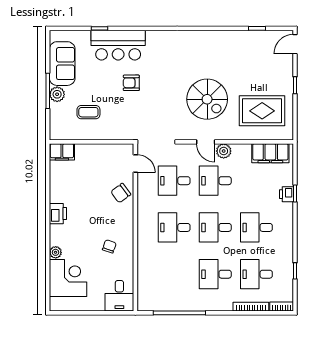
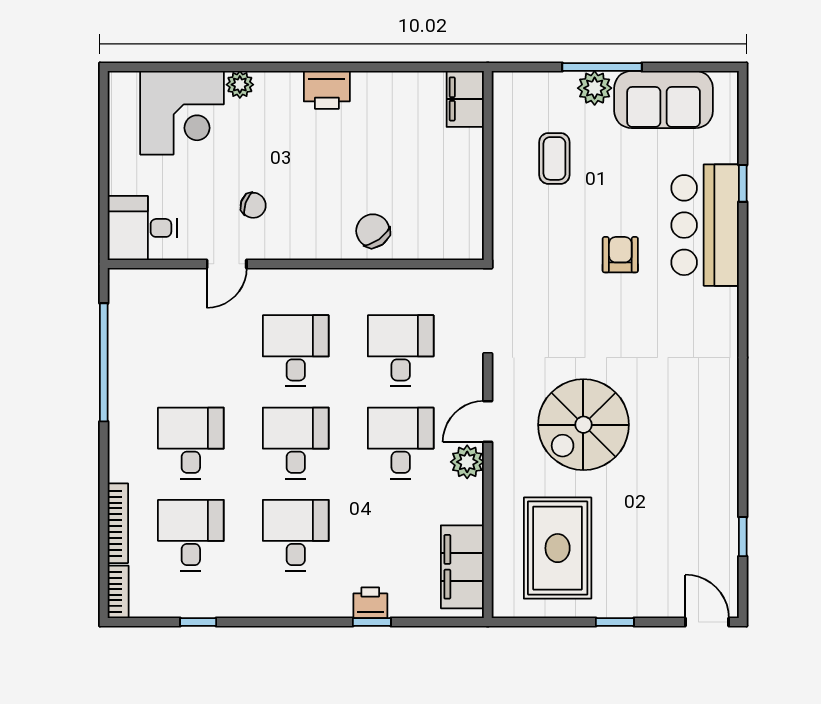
door: (135, 164) -> (227, 264), moved

